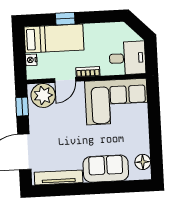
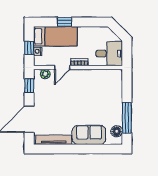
window: (19, 56) -> (29, 48), added
plant: (43, 95) -> (45, 74), width x0.53, depth x0.53
corner sofa: (117, 102) -> (100, 86), removed
window: (156, 143) -> (127, 118), added

